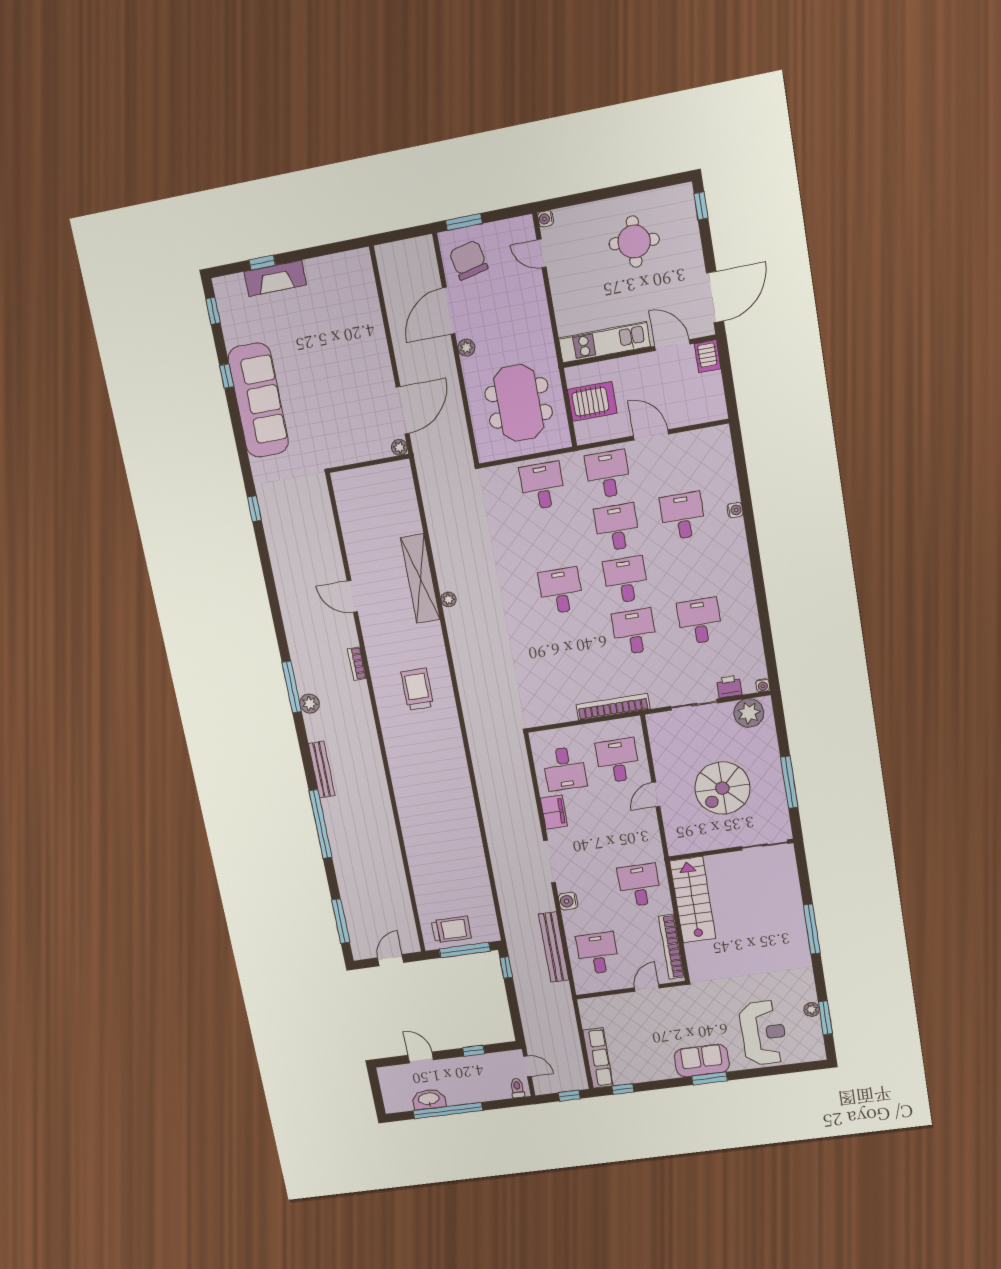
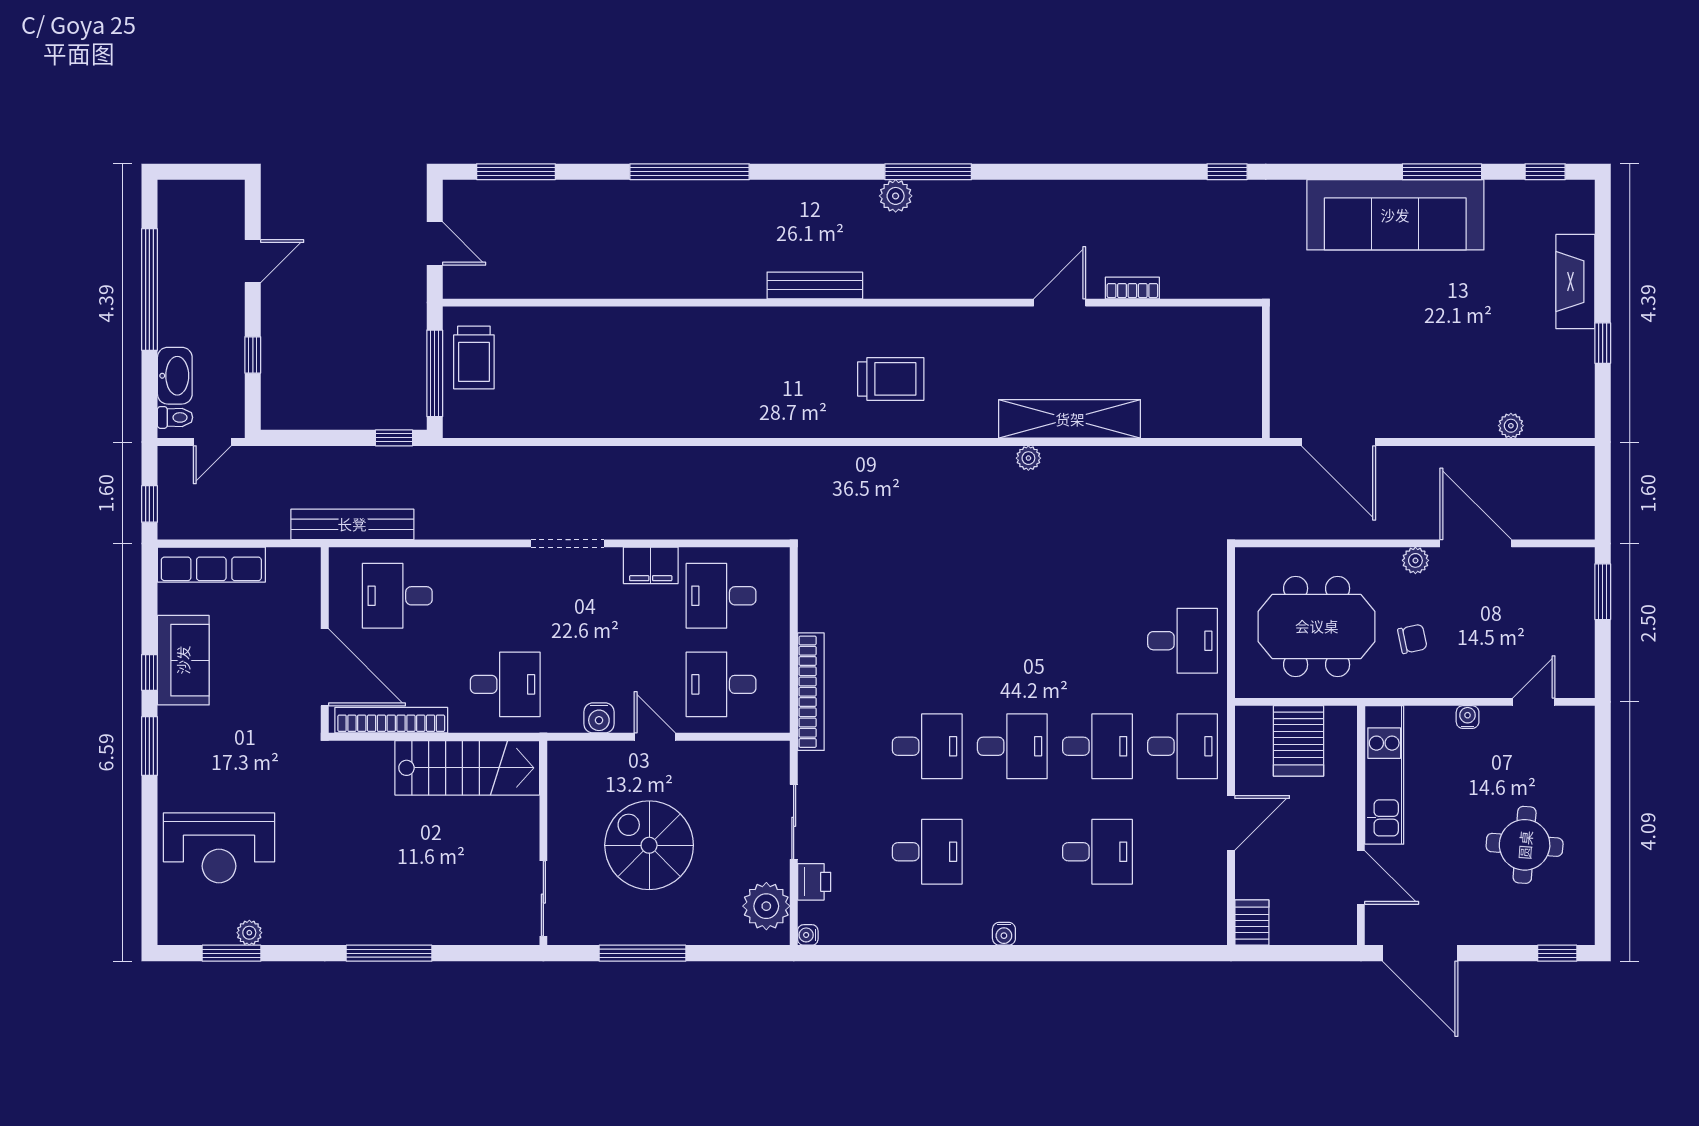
water cooler: (546, 219) -> (1468, 717), moved
chair: (469, 260) -> (1412, 639), moved, width x0.54, depth x0.54
window: (262, 263) -> (1603, 343), moved
door: (672, 345) -> (1361, 877), hinge flipped
server rack: (708, 356) -> (1252, 923), moved, turned 90
window: (227, 376) -> (1442, 172), width x2.17
plant: (399, 447) -> (1511, 426), moved
water cooler: (735, 510) -> (1004, 934), moved
desk: (561, 591) -> (1012, 641), removed
bookcase: (357, 664) -> (1132, 288), moved
desk: (618, 760) -> (721, 684), turned 180
bench: (322, 769) -> (815, 285), moved
water cooler: (568, 901) -> (599, 718), moved, turned 180
bench: (554, 947) -> (352, 524), moved
desk: (598, 953) -> (397, 596), turned 180
door: (647, 988) -> (325, 667), width x1.88
sofa: (702, 1061) -> (183, 660), moved
window: (623, 1089) -> (149, 672), moved
washbasin: (429, 1099) -> (175, 376), moved

